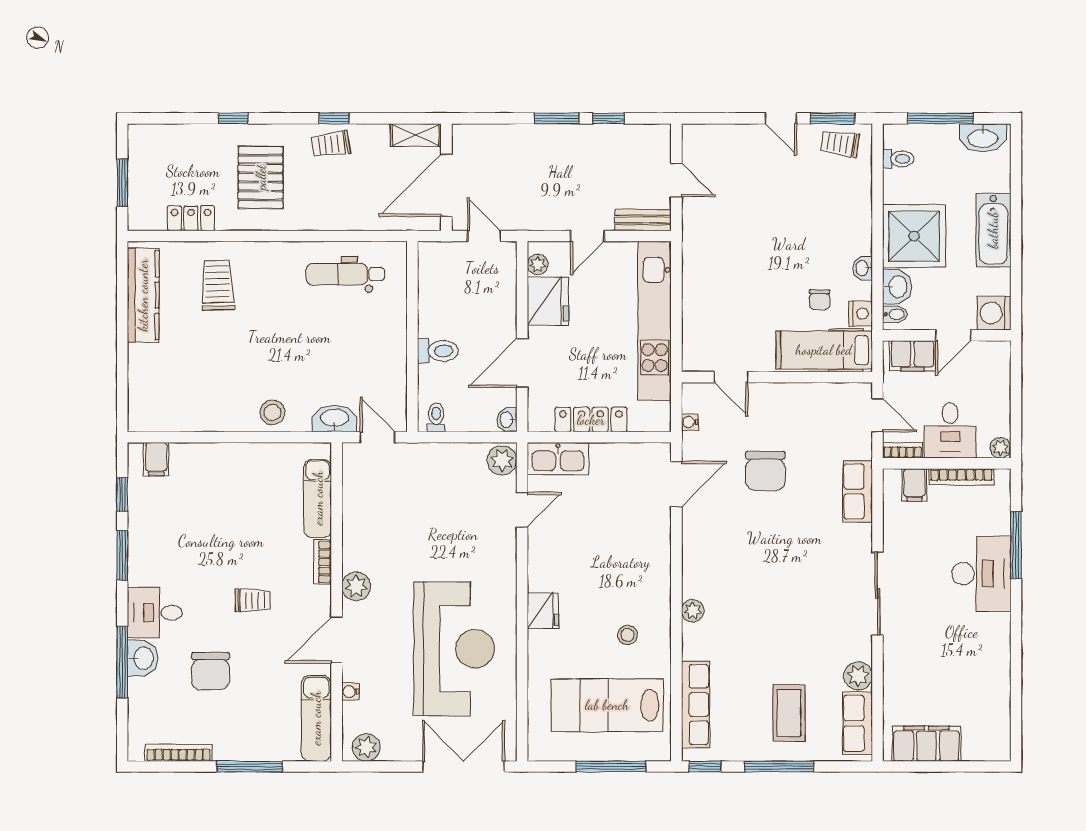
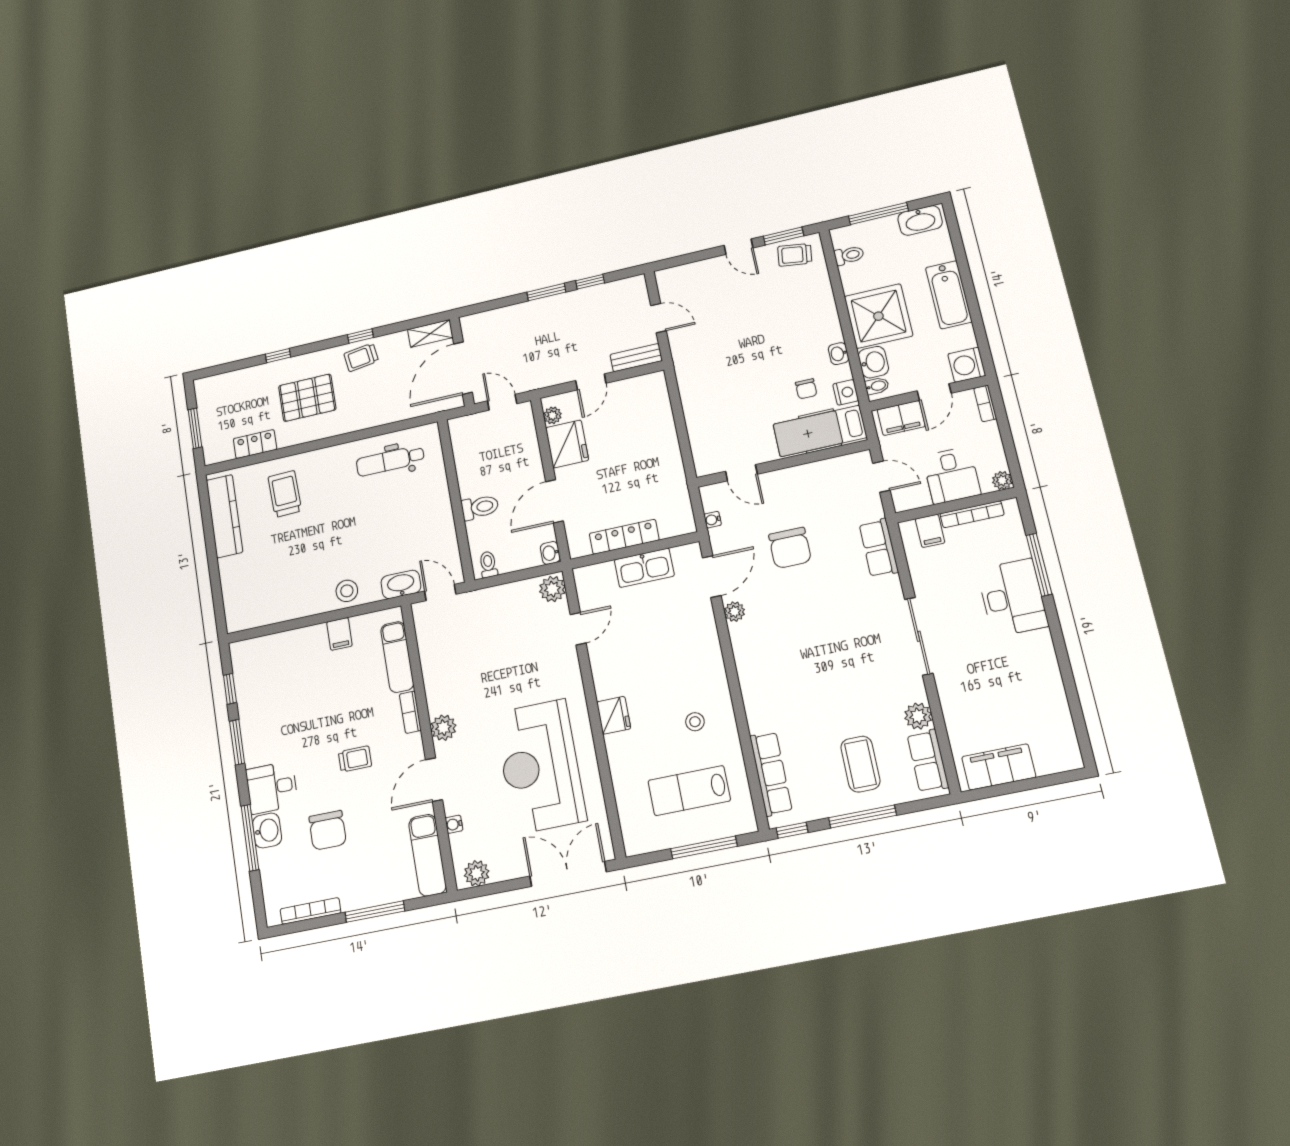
pallet: (261, 177) -> (307, 398), turned 90
kitchen unit: (655, 321) -> (664, 440), removed
bookcase: (902, 450) -> (985, 403), moved, turned -90
filing cabinet: (156, 459) -> (339, 634), moved
kitchen sink: (558, 459) -> (644, 568), moved
plant: (693, 611) -> (734, 612), moved
reception desk: (454, 649) -> (540, 766), turned 180
lab bench: (607, 705) -> (689, 791), width x0.73, depth x0.72

